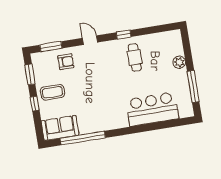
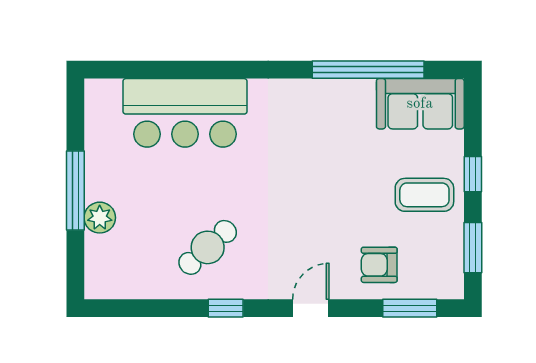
door: (90, 40) -> (311, 308), swing flipped
cafe table: (135, 57) -> (208, 247), turned 48
window: (193, 86) -> (75, 190), moved

